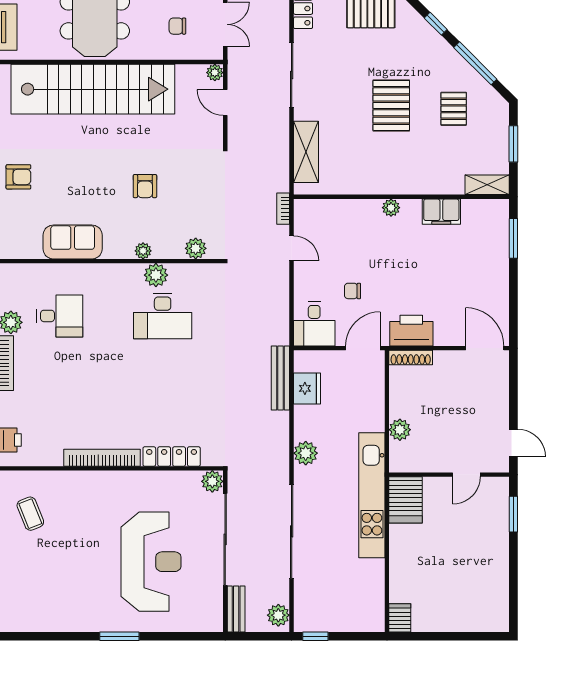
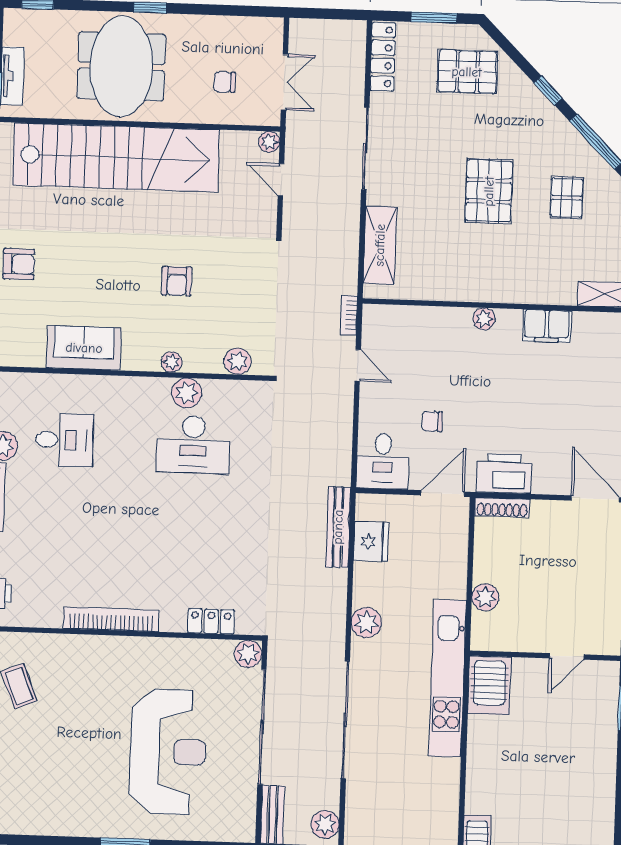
locker: (172, 456) -> (211, 621), width x0.66

